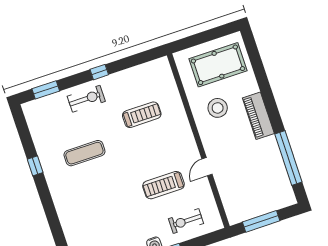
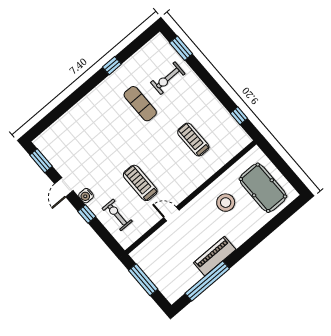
window: (99, 72) -> (239, 116), moved
exercise bike: (86, 99) -> (168, 78), moved, turned 90
treadmill: (142, 115) -> (193, 140), turned 180
piano: (258, 116) -> (215, 256), moved

